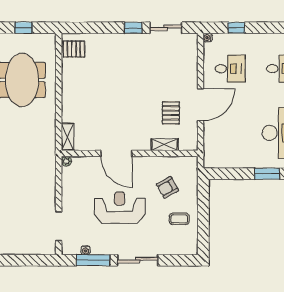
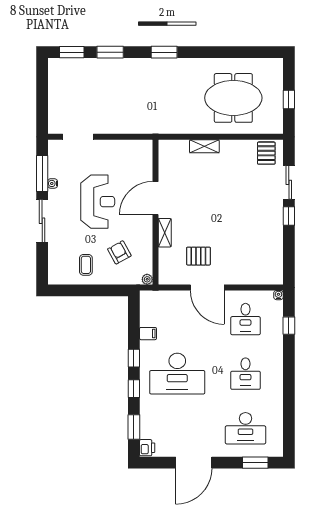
sliding door: (166, 28) -> (289, 182), moved
shelving: (68, 137) -> (204, 146), moved
shelving: (164, 145) -> (165, 233), moved
filing cabinet: (244, 160) -> (148, 334), added
plant: (66, 161) -> (147, 279), moved
window: (267, 174) -> (134, 358), width x0.67
water cooler: (86, 250) -> (53, 183), moved

